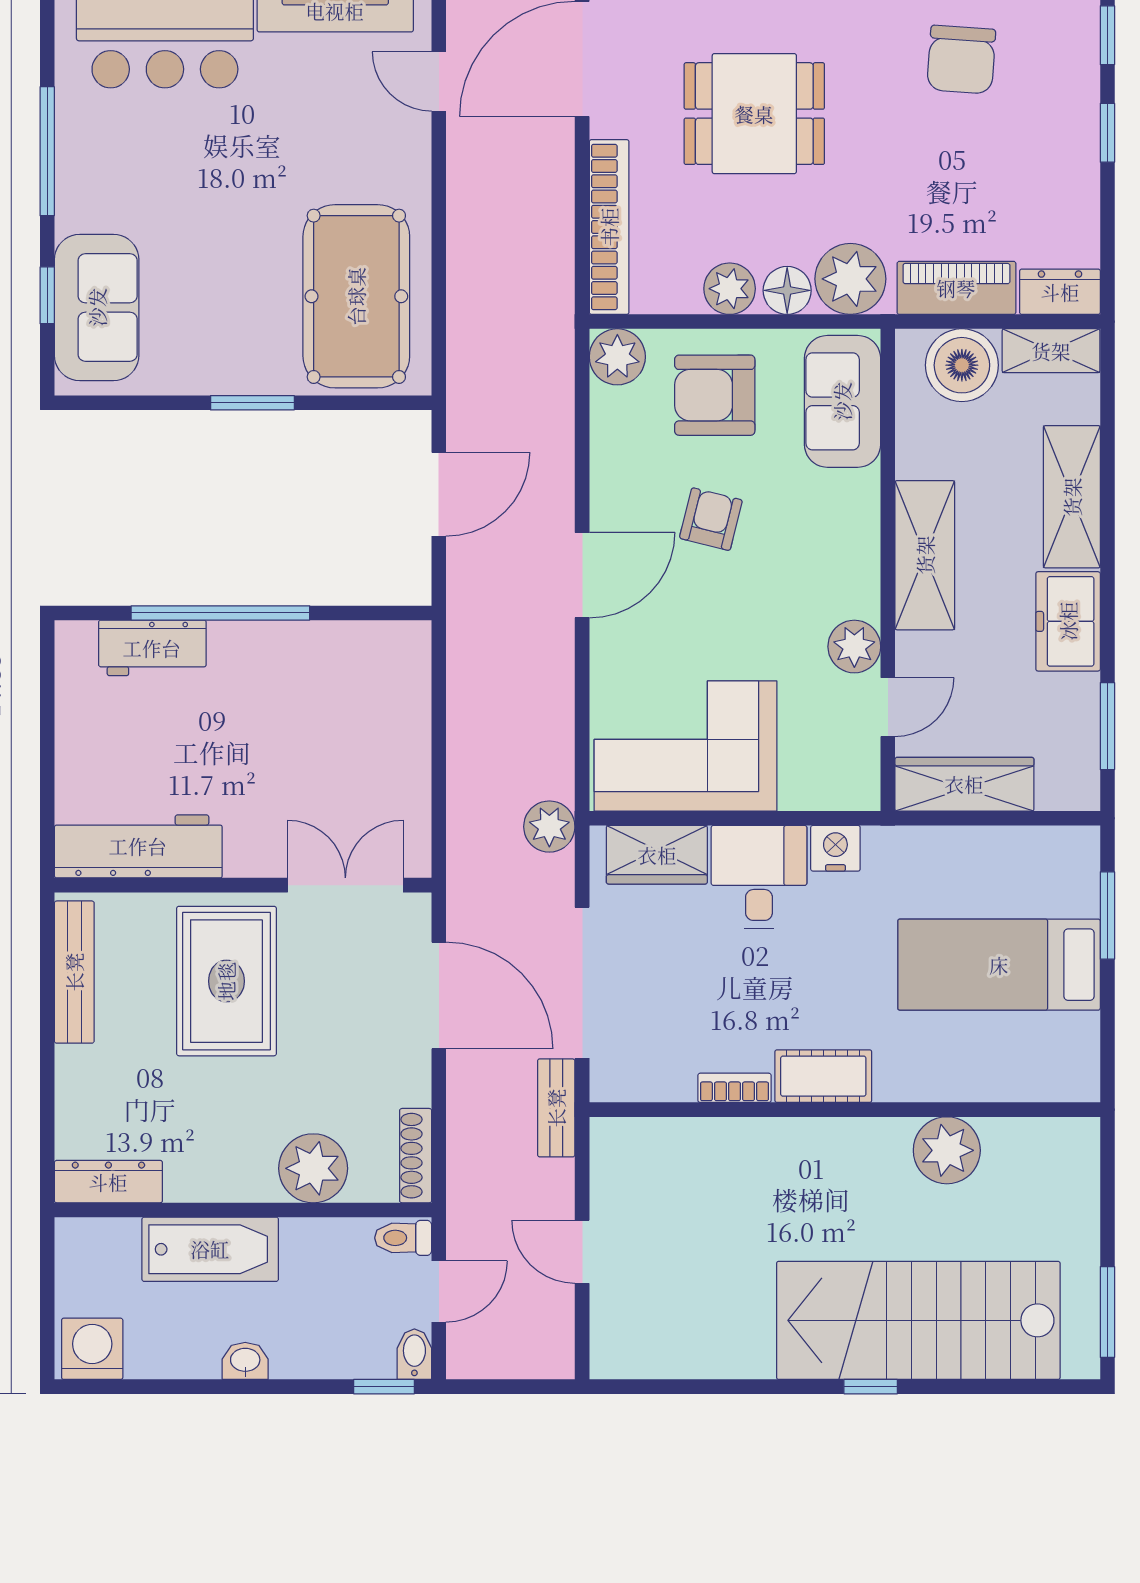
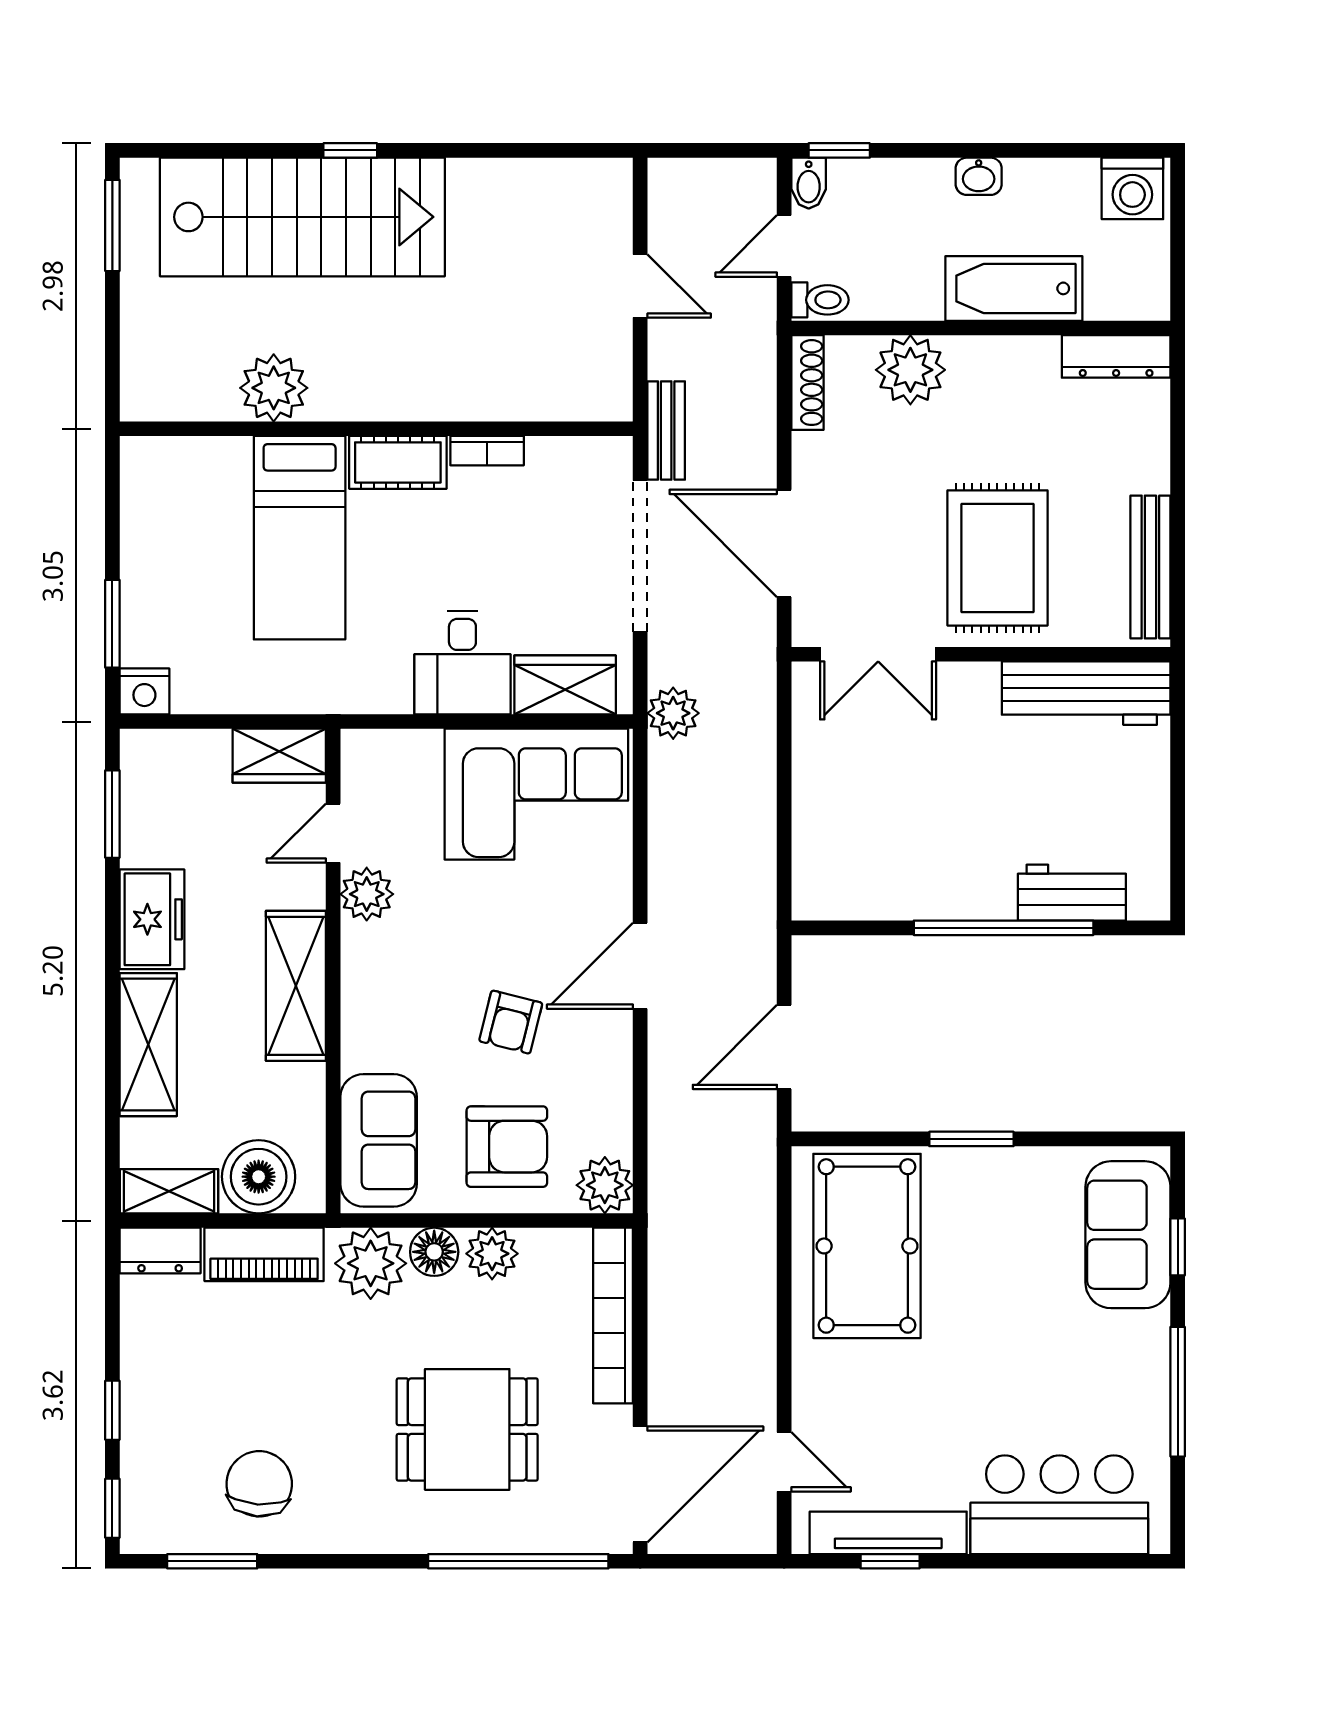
wardrobe: (964, 784) -> (279, 756), width x0.67
nightstand: (835, 848) -> (144, 691), moved
bed: (999, 965) -> (300, 538), moved, turned 90

